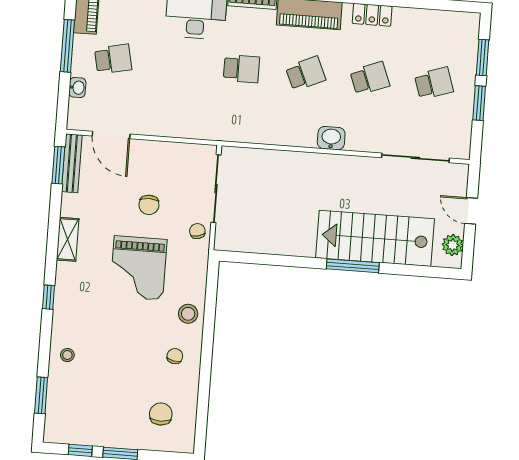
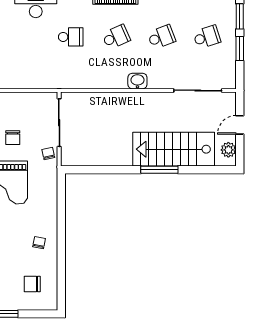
door: (471, 211) -> (240, 125), hinge flipped
stool: (188, 314) -> (46, 212), removed
chair: (161, 414) -> (32, 284), turned -90

